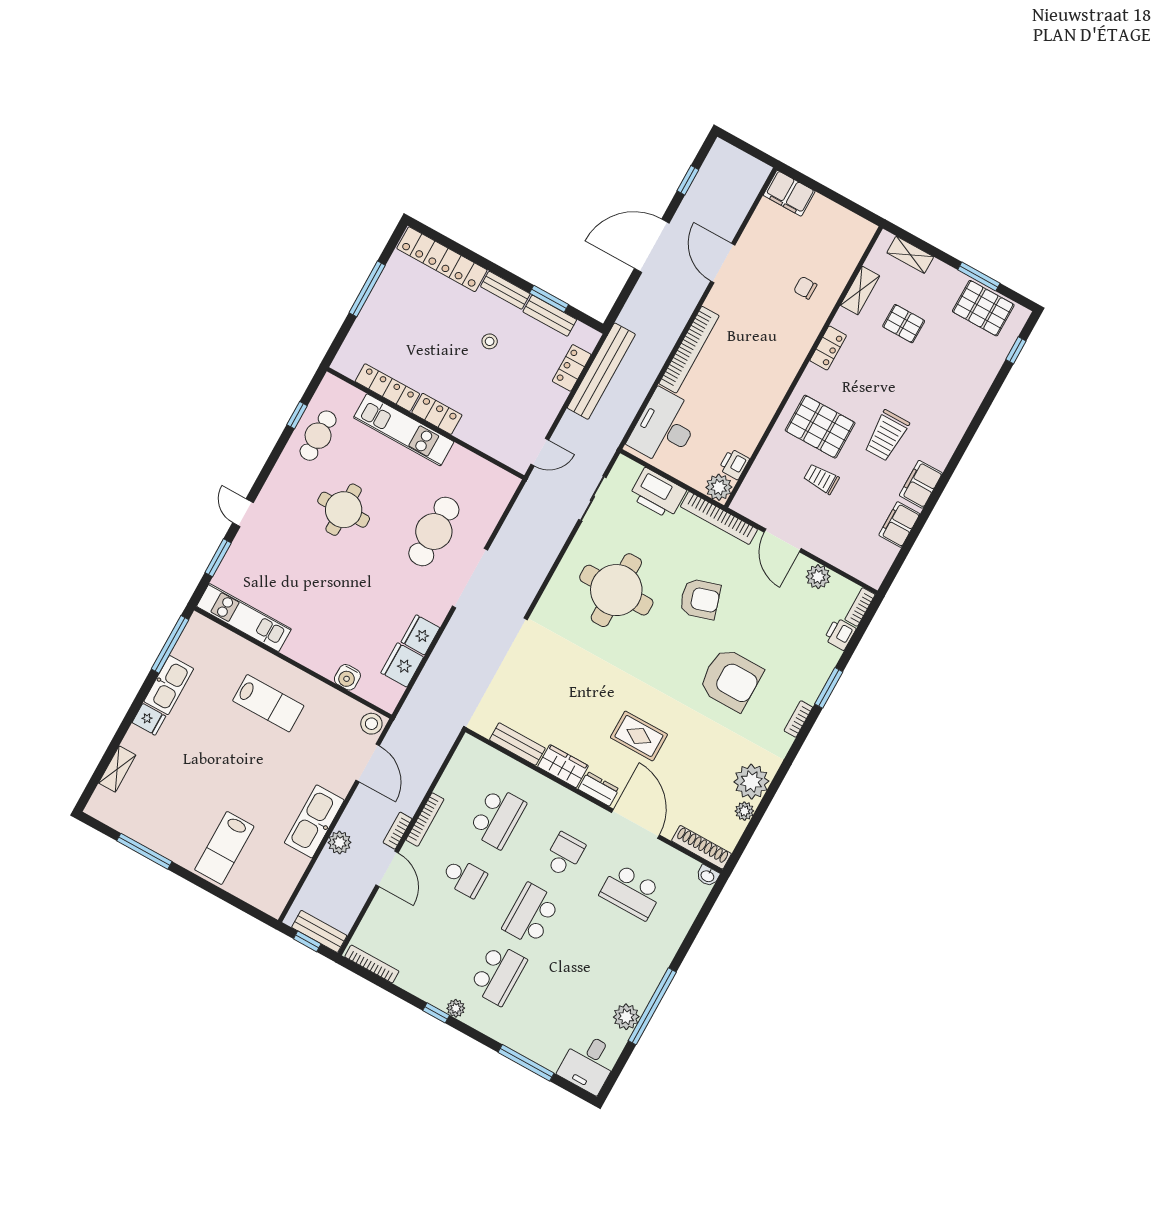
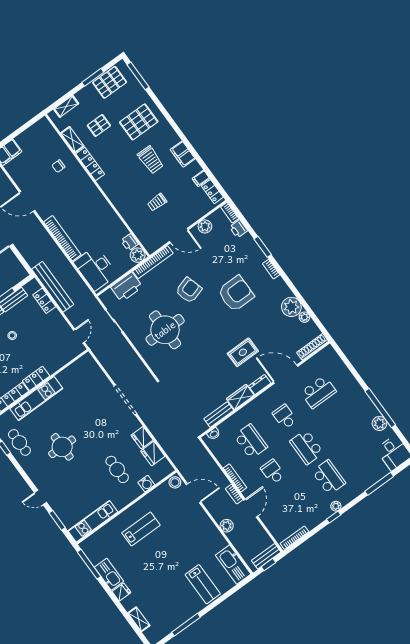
locker: (828, 348) -> (90, 164), width x1.53
window: (1016, 350) -> (138, 76), width x2.17
pallet: (820, 427) -> (139, 122), moved
filing cabinet: (899, 524) -> (201, 178), width x0.50
cafe table: (434, 531) -> (117, 469), moved, width x0.73, depth x0.74
locker: (882, 562) -> (212, 192), added
kitchen sink: (314, 821) -> (233, 565), moved
door: (387, 869) -> (251, 508), hinge flipped
washbasin: (708, 876) -> (214, 434), moved
school desk: (464, 877) -> (273, 472), turned -90

